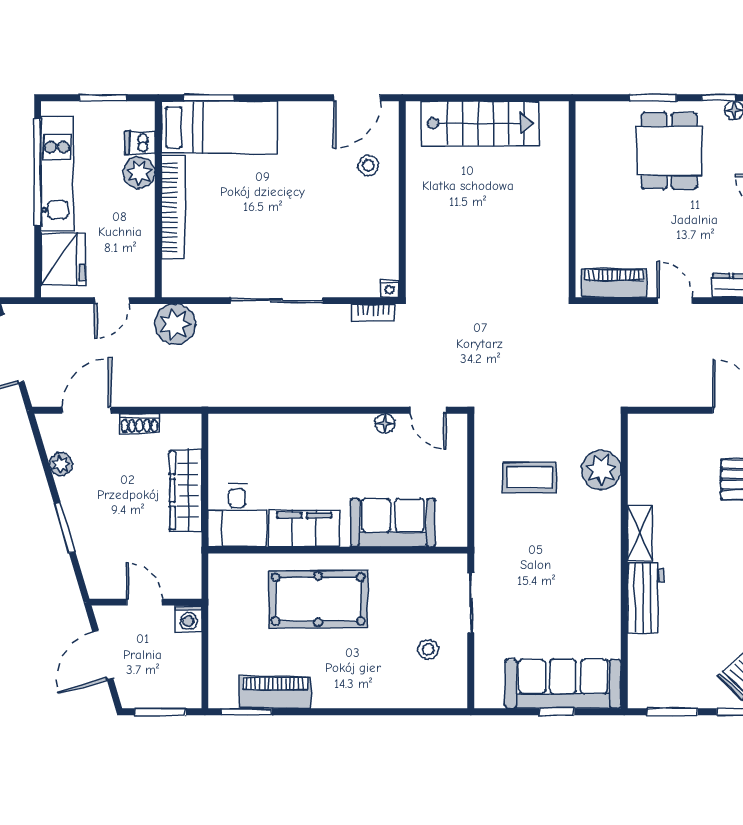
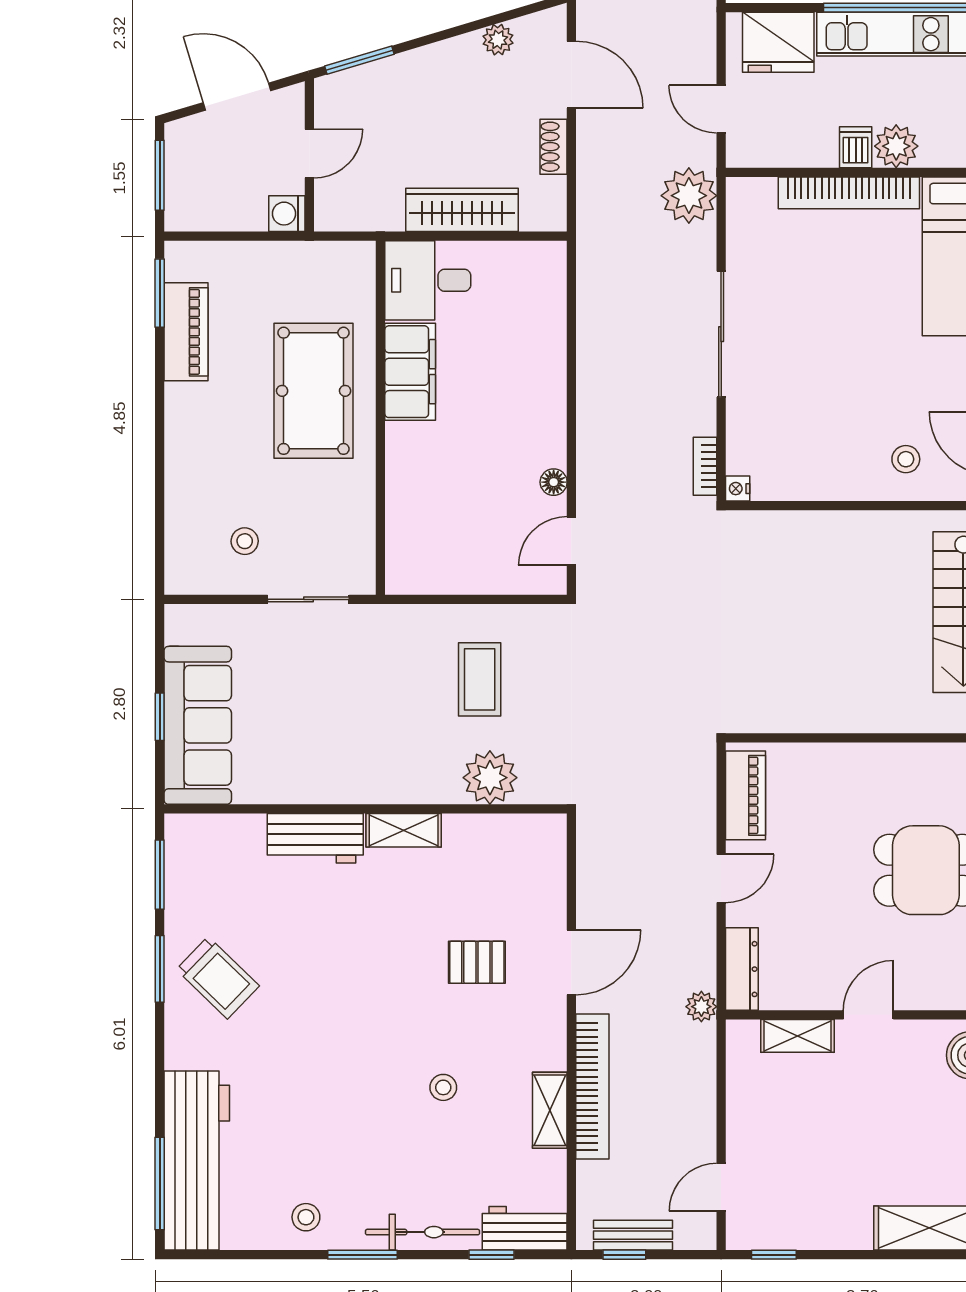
dishwasher: (140, 143) -> (856, 147), moved
sofa: (393, 522) -> (418, 493), removed
window: (65, 528) -> (359, 60), moved

